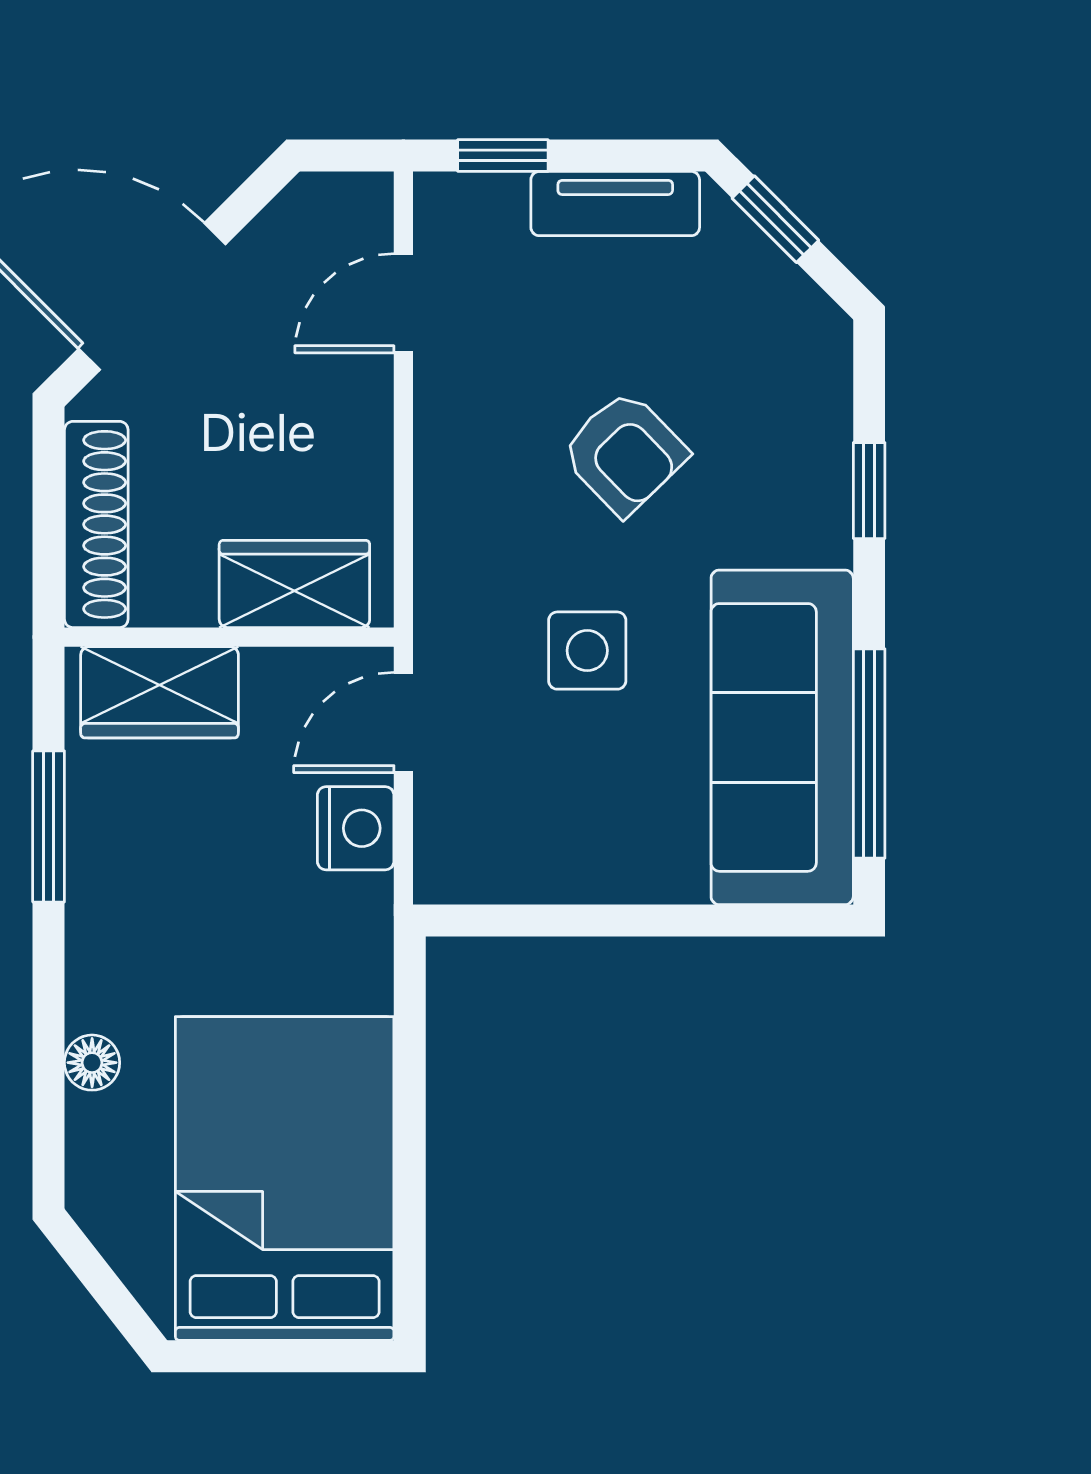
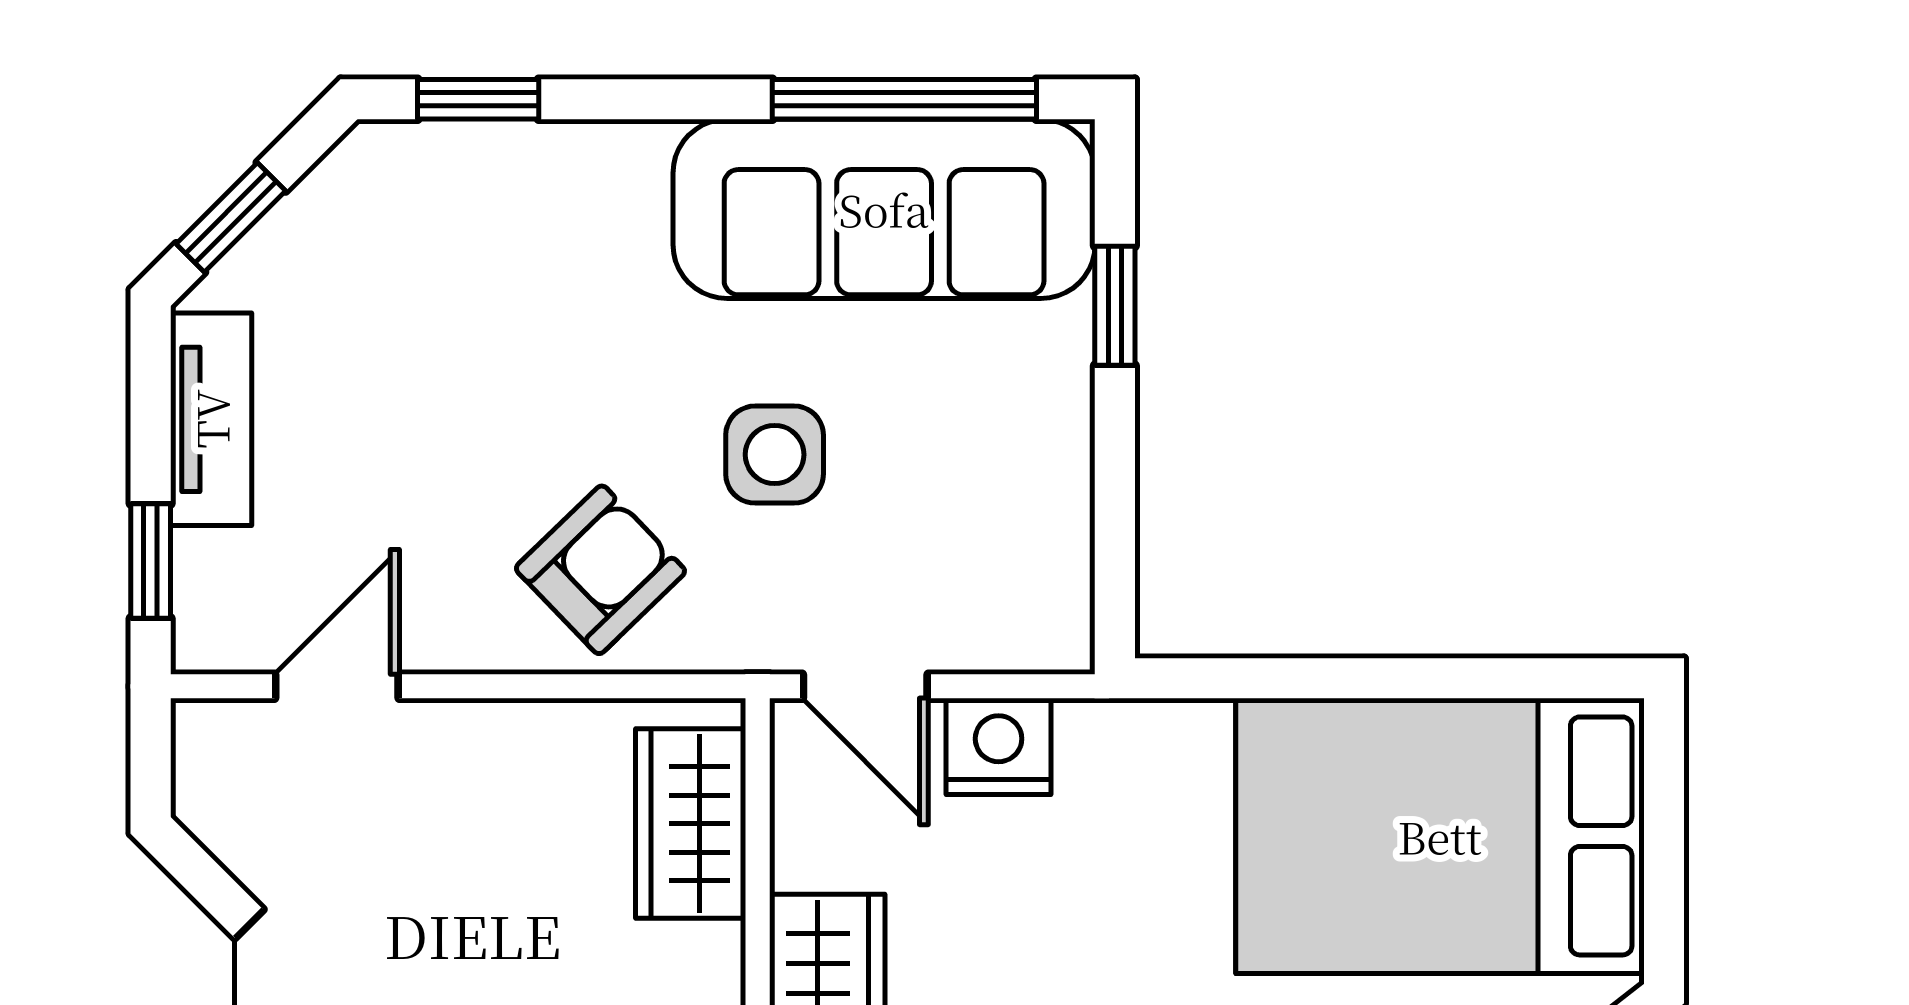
door: (403, 303) -> (337, 686), swing flipped
armchair: (624, 453) -> (600, 570), moved
window: (869, 491) -> (478, 99), moved
window: (705, 921) -> (1115, 306), added

